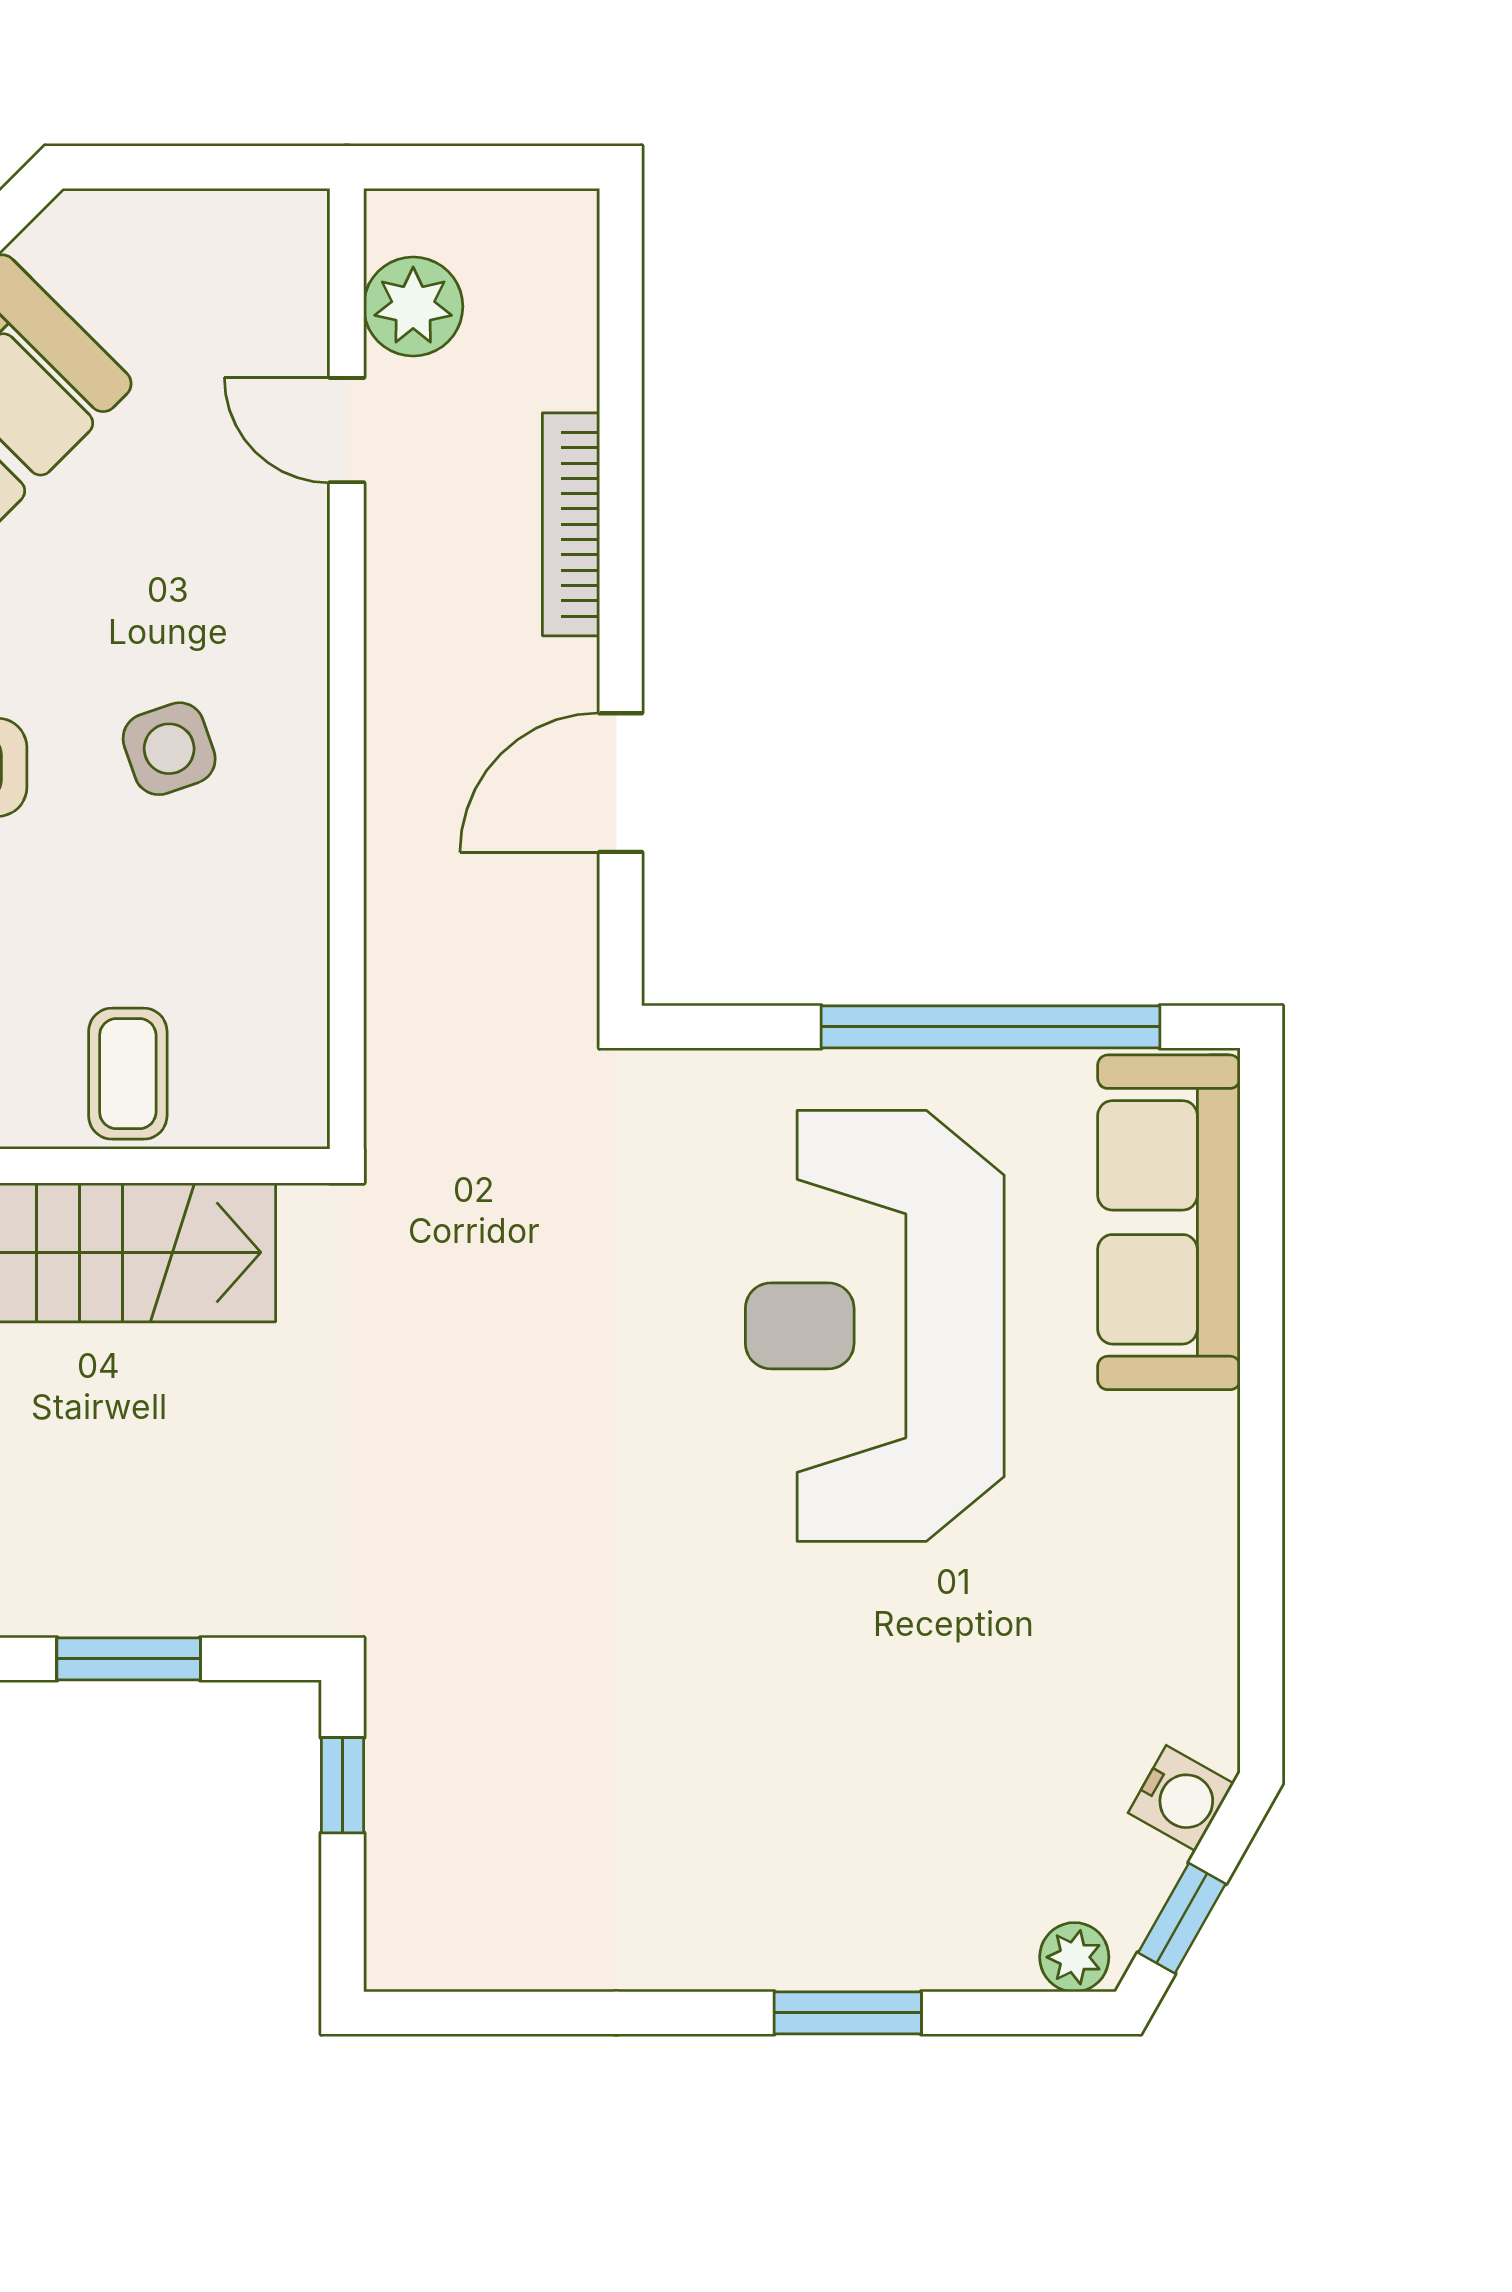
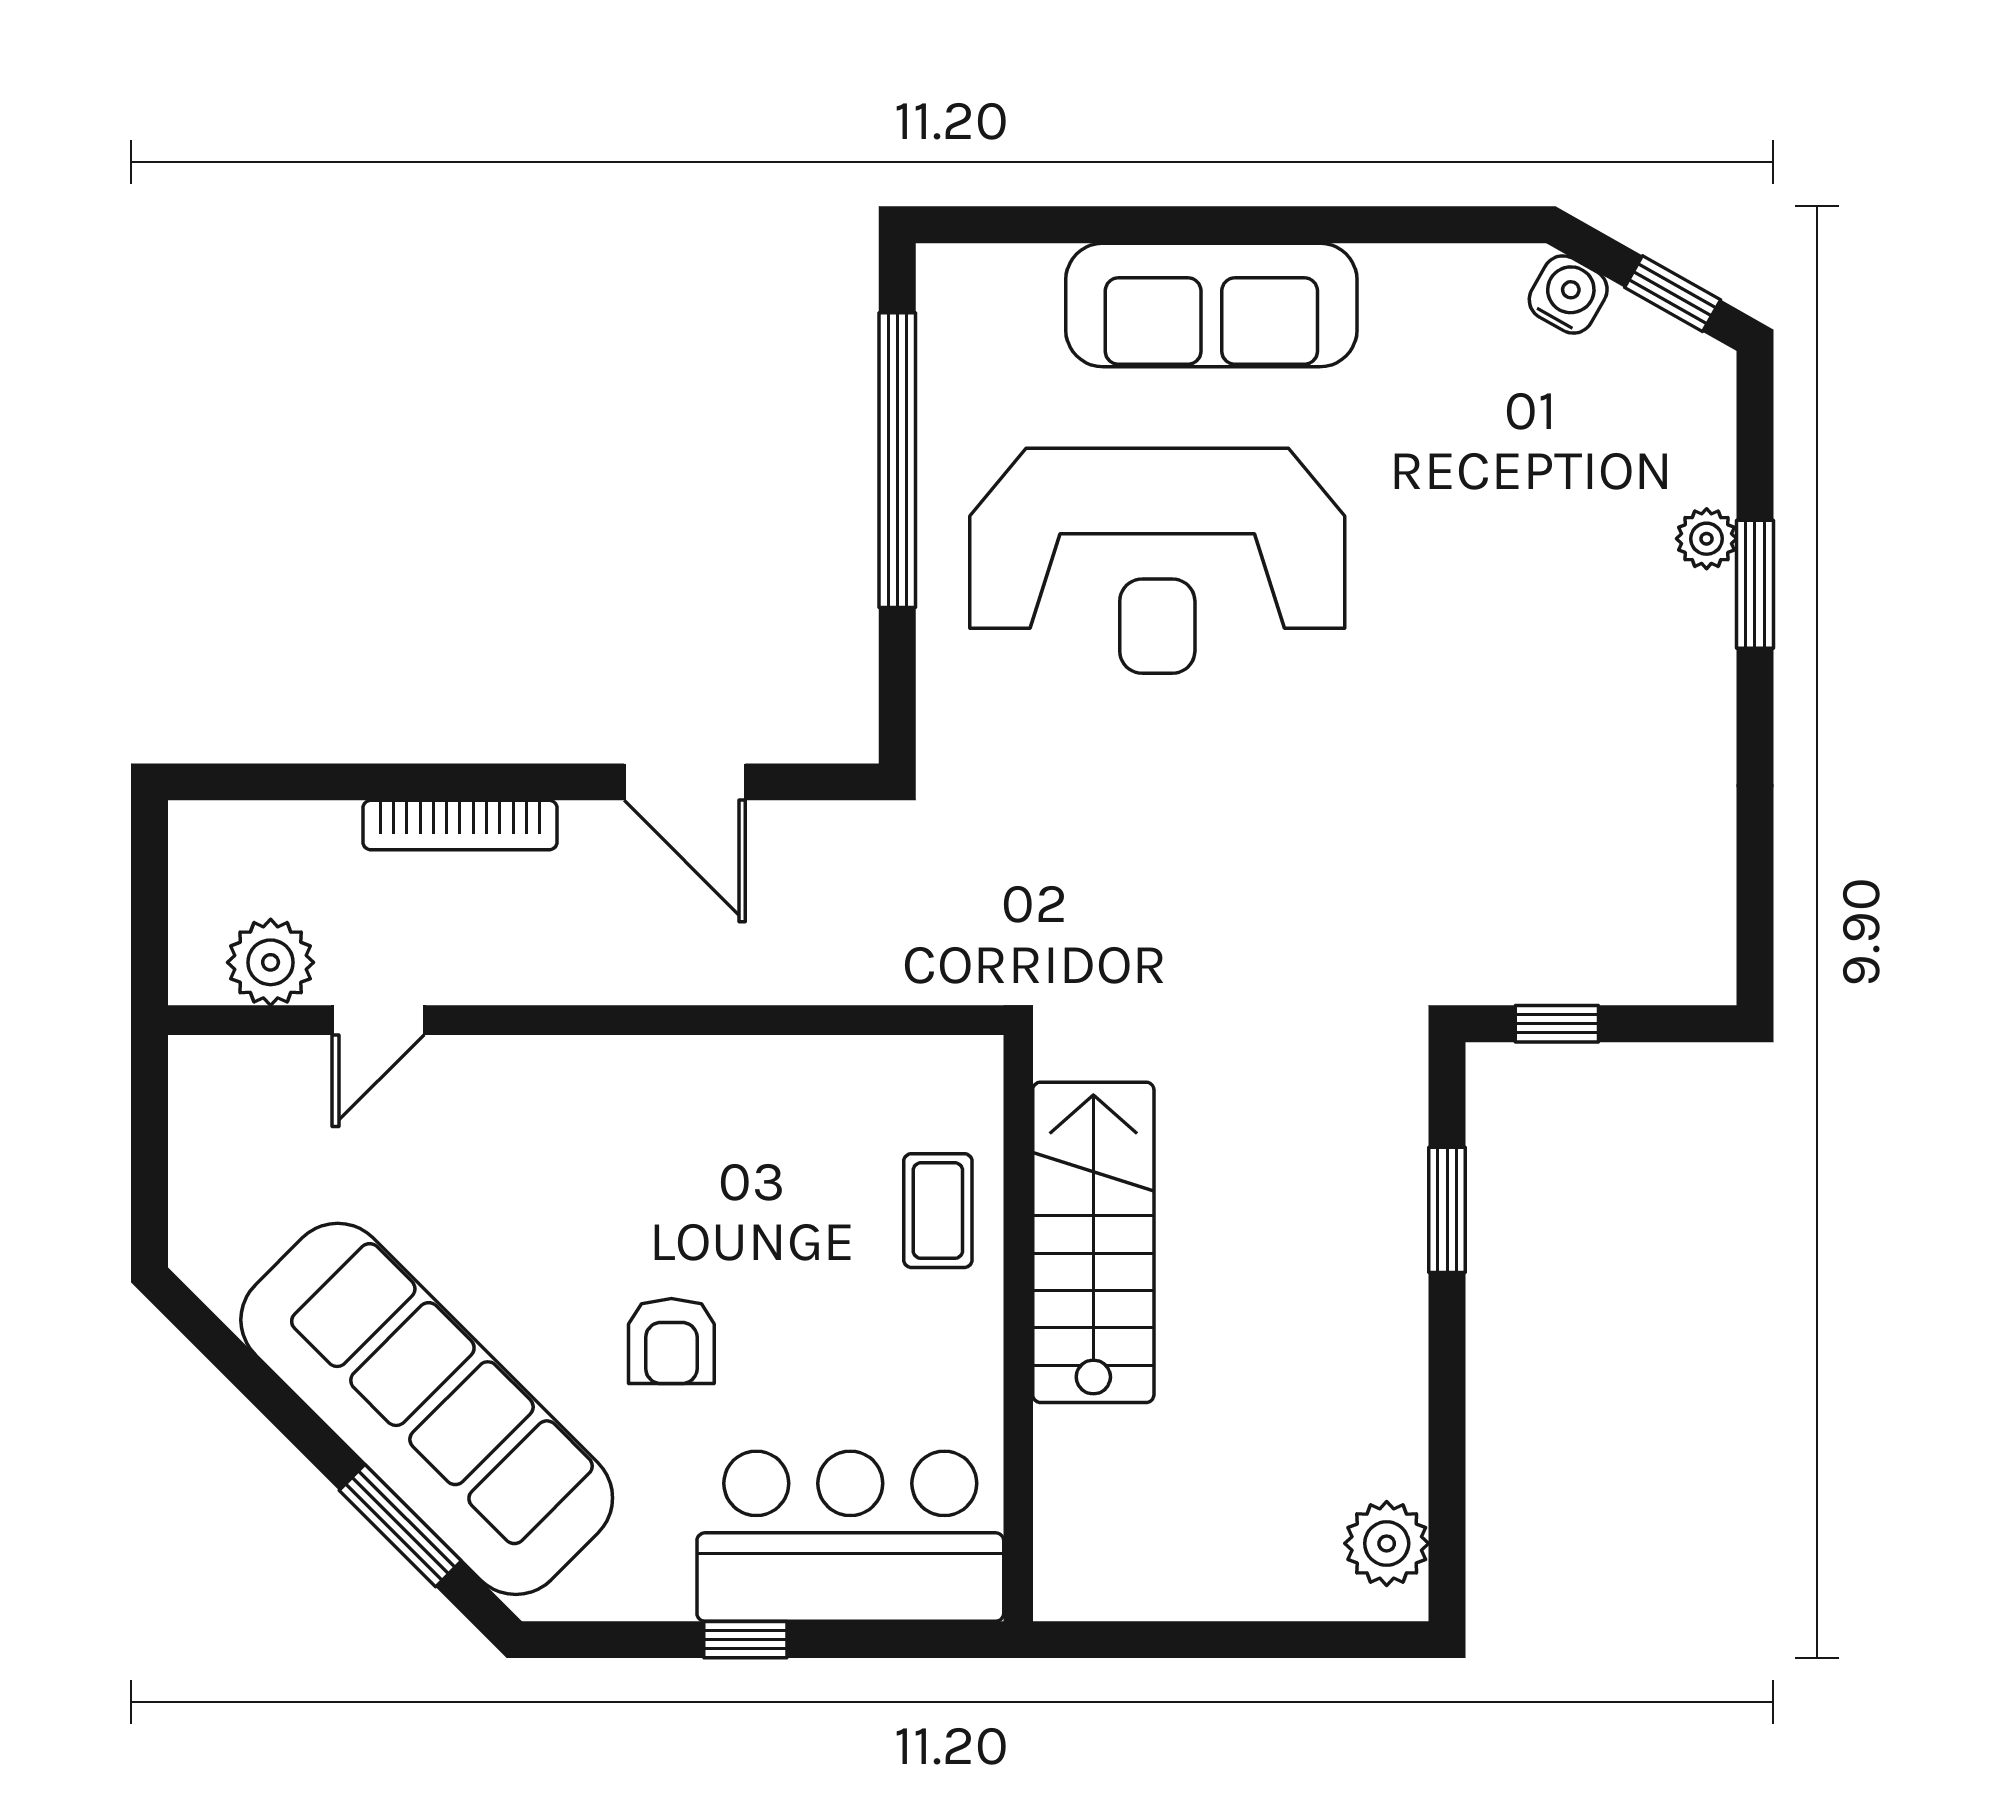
side table: (169, 749) -> (655, 1175), removed
coffee table: (128, 1074) -> (938, 1211), turned 90
sofa: (1169, 1222) -> (1211, 305), moved
plant: (1074, 1957) -> (1707, 539), moved

